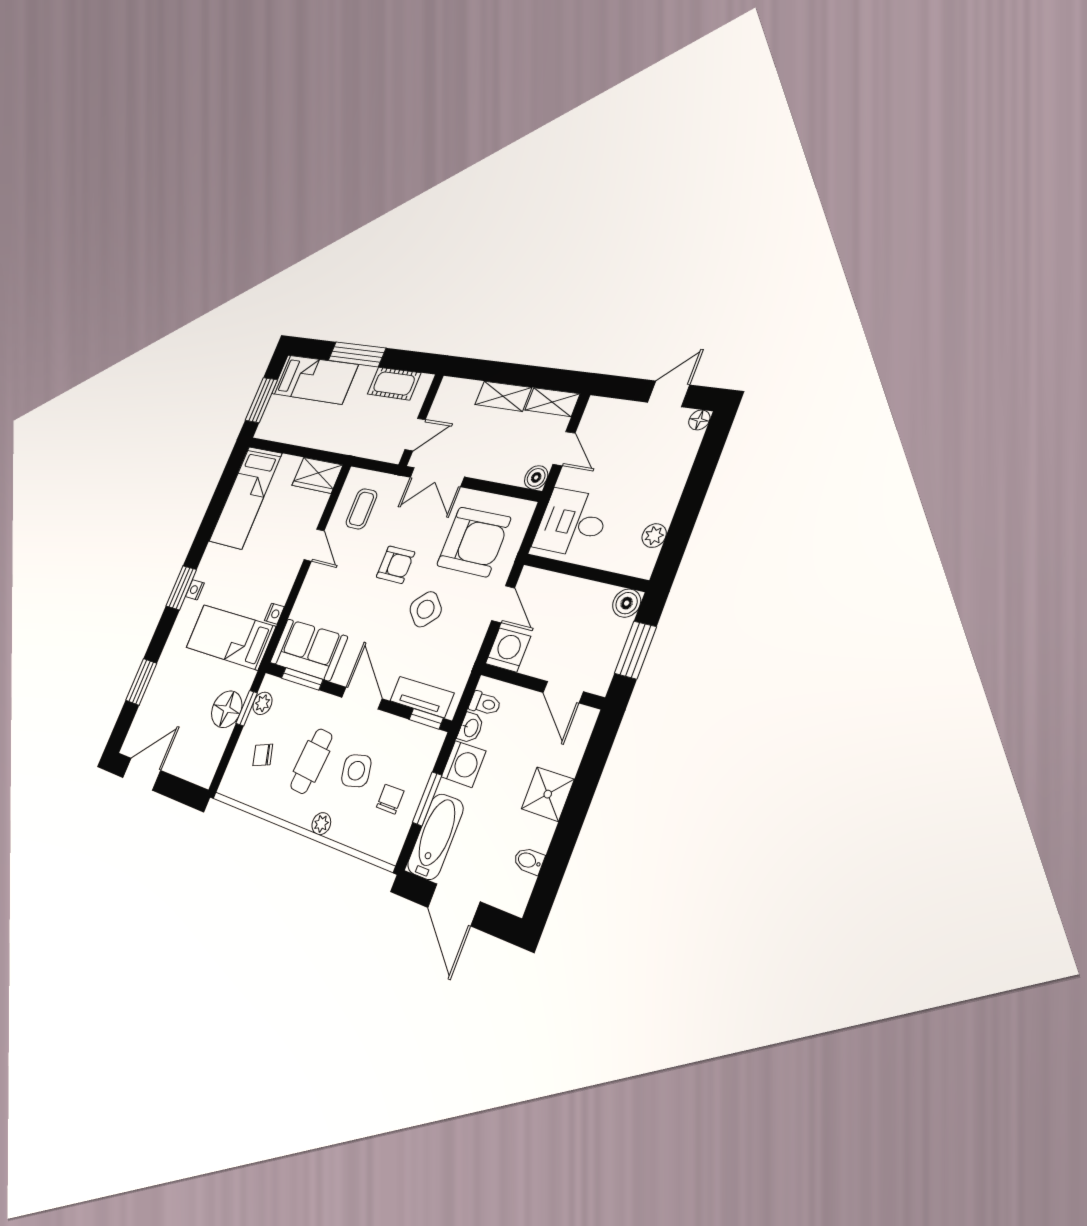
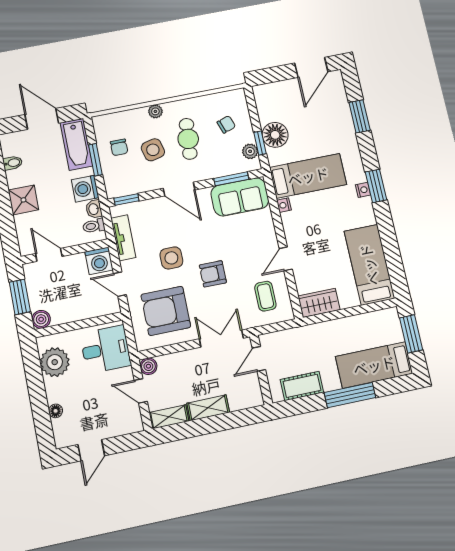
floor lamp: (699, 420) -> (56, 411), moved
plant: (654, 536) -> (55, 362), width x1.87, depth x1.87
door: (314, 545) -> (286, 259), hinge flipped
side table: (426, 609) -> (171, 258), turned 45
tv unit: (422, 697) -> (123, 238), moved, turned -90

